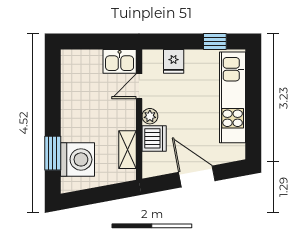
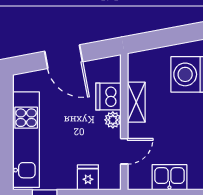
kitchen sink: (120, 61) -> (169, 177), moved
shelving: (128, 150) -> (136, 102), moved

